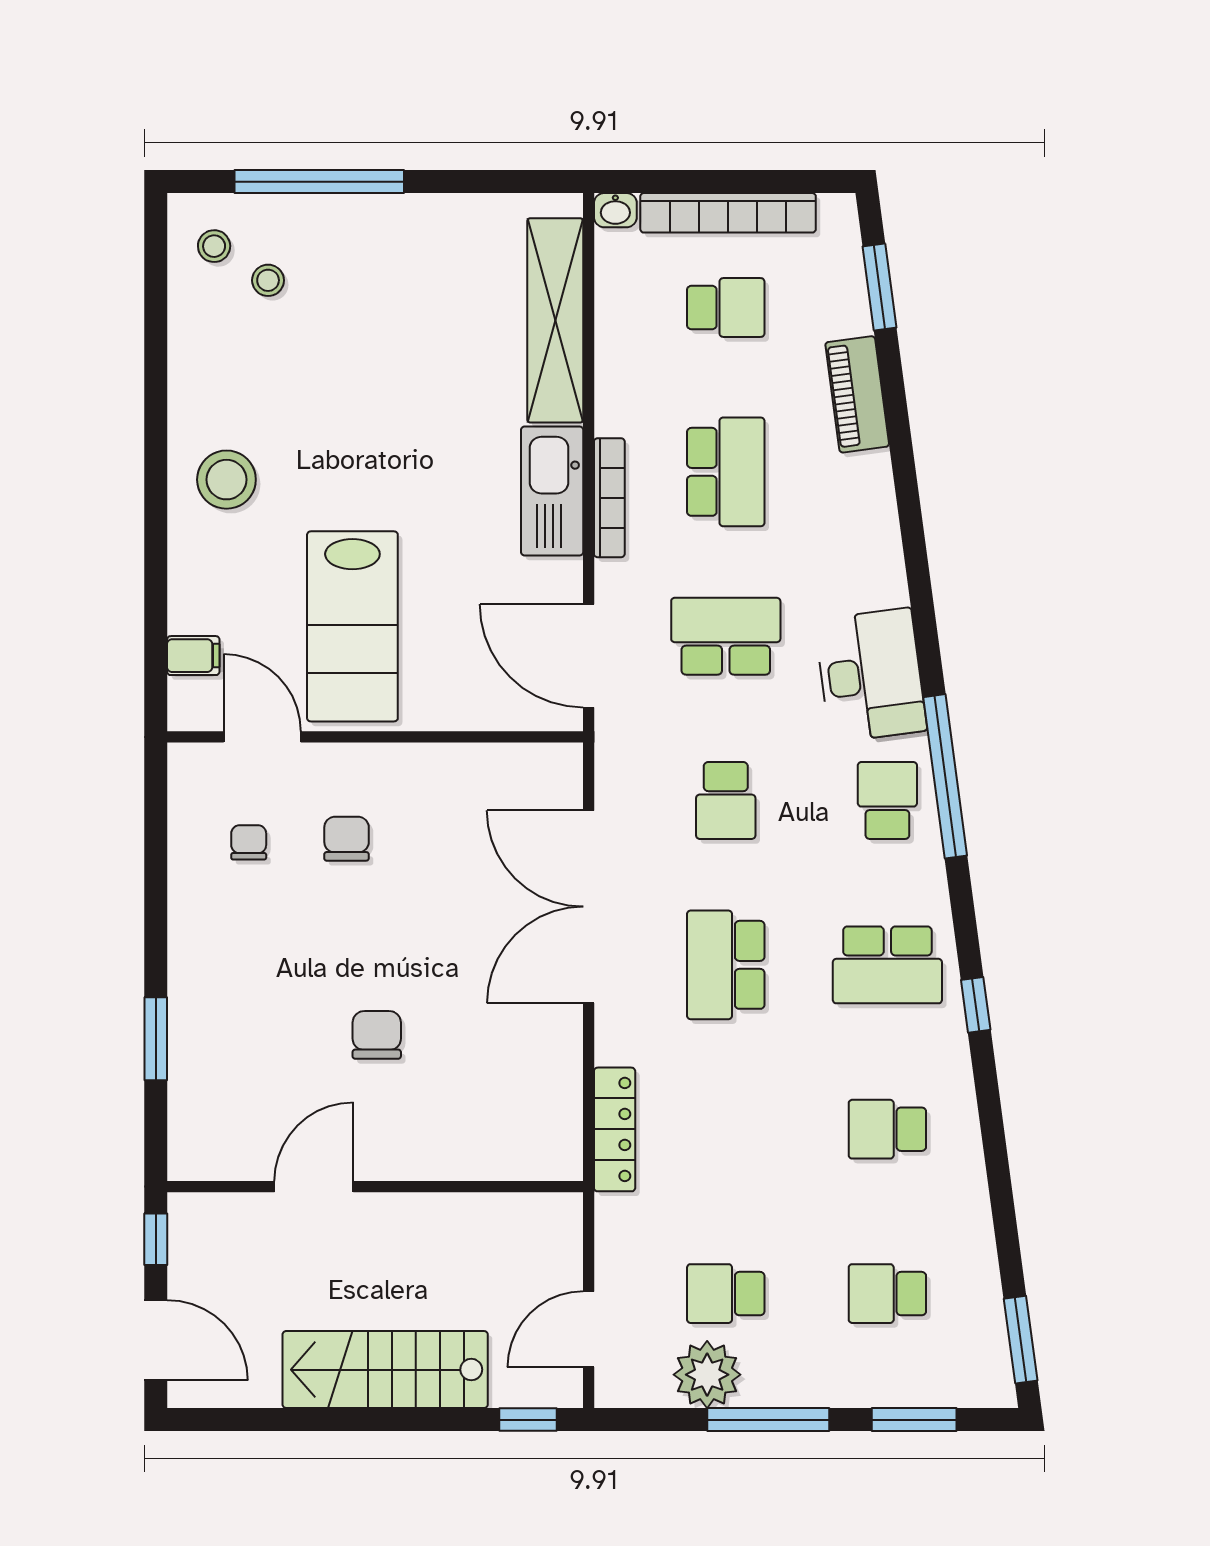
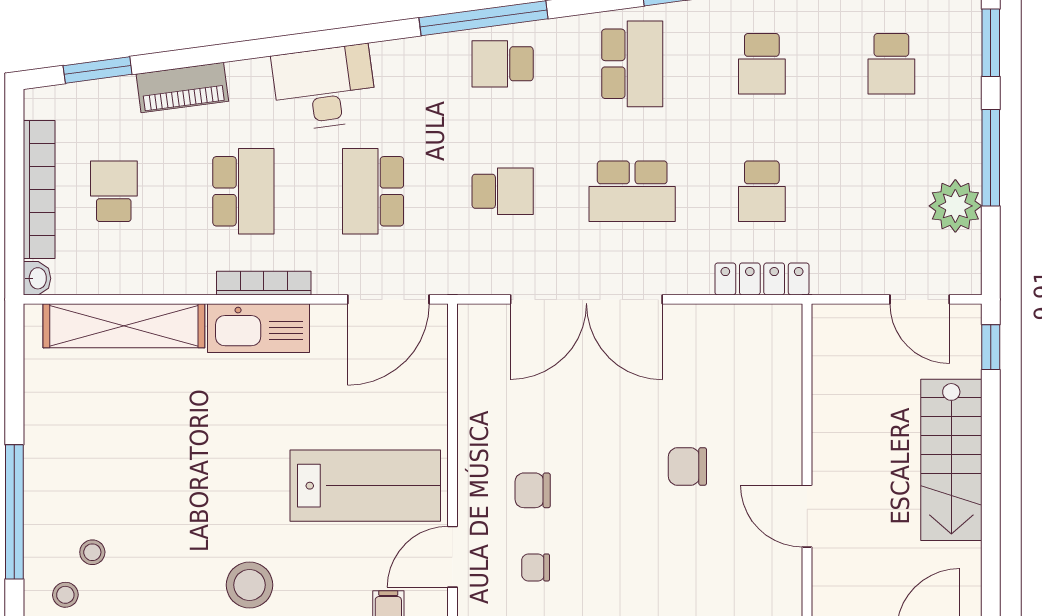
school desk: (726, 472) -> (243, 191), turned 90
desk: (871, 675) -> (324, 88), moved
school desk: (726, 1294) -> (762, 191), moved

